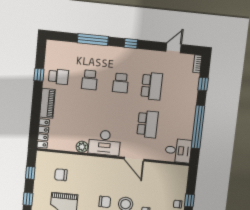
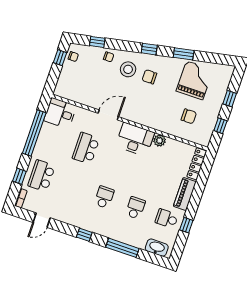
washbasin: (61, 47) -> (157, 248), added
school desk: (152, 86) -> (42, 176), moved
door: (134, 159) -> (108, 115), hinge flipped

